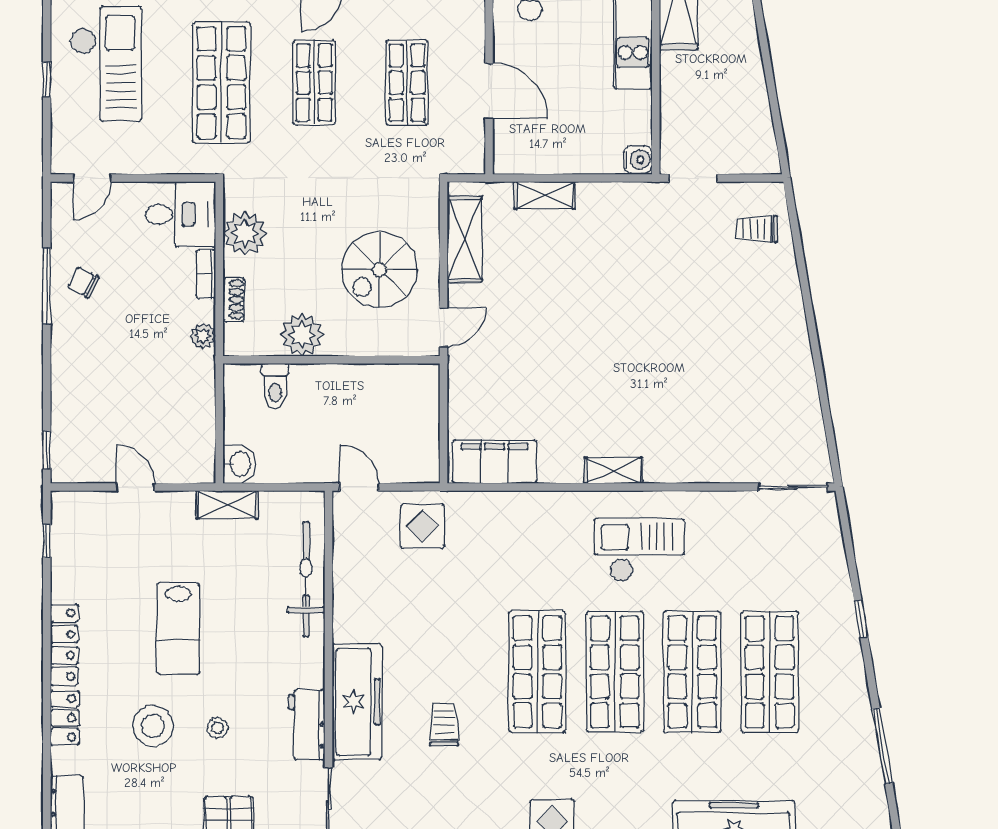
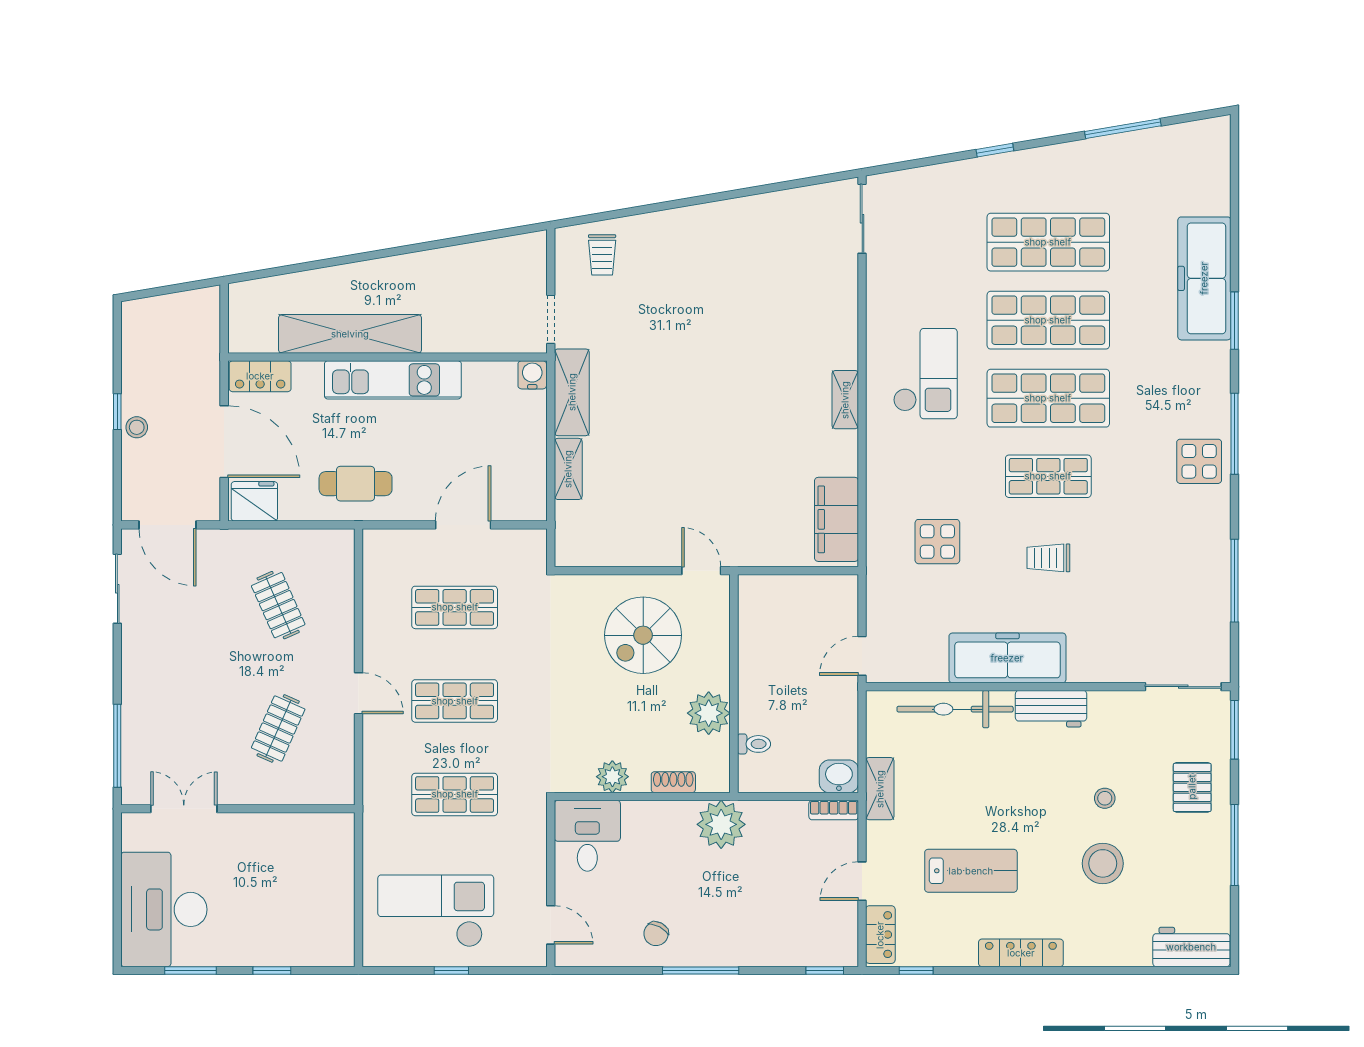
shop shelf: (221, 83) -> (455, 794), width x0.70, depth x0.74
plant: (245, 233) -> (612, 777), width x0.73, depth x0.73
shelving: (464, 239) -> (572, 392), moved, turned 90
spiral stairs: (380, 270) -> (643, 635), turned 90
bookcase: (206, 274) -> (834, 810), moved
window: (47, 286) -> (701, 971), moved
plant: (203, 336) -> (721, 824), width x1.87, depth x1.87
toilet: (275, 386) -> (754, 744), width x0.73, depth x0.72
display table: (422, 526) -> (937, 542), moved
checkout: (639, 550) -> (925, 374), turned 180
lab bench: (178, 628) -> (971, 871), moved
shop shelf: (537, 672) -> (1048, 476), width x0.70, depth x0.74
freezer: (357, 702) -> (1007, 658), moved
locker: (65, 718) -> (880, 935), moved, turned 90
trolley: (444, 724) -> (1048, 558), moved
workbench: (307, 725) -> (1051, 709), moved

